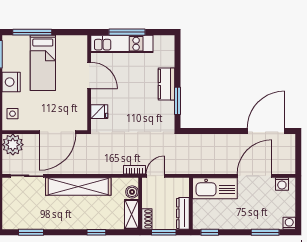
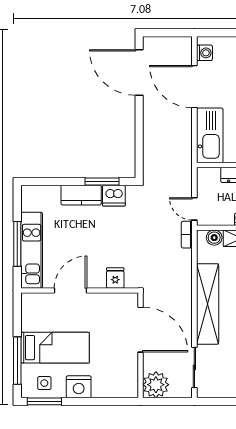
dishwasher: (166, 111) -> (114, 196), added
side table: (12, 114) -> (44, 383), moved

